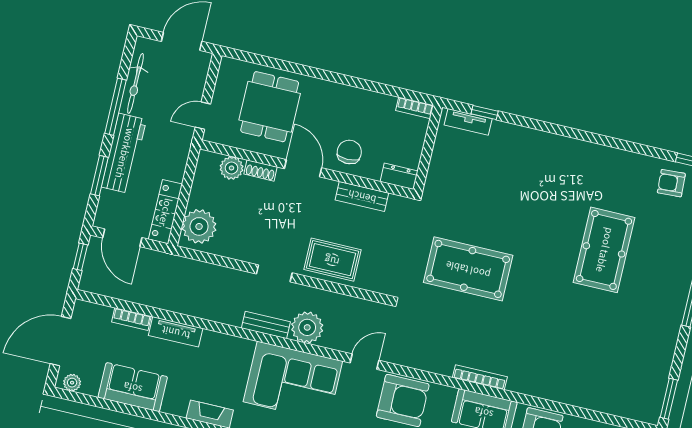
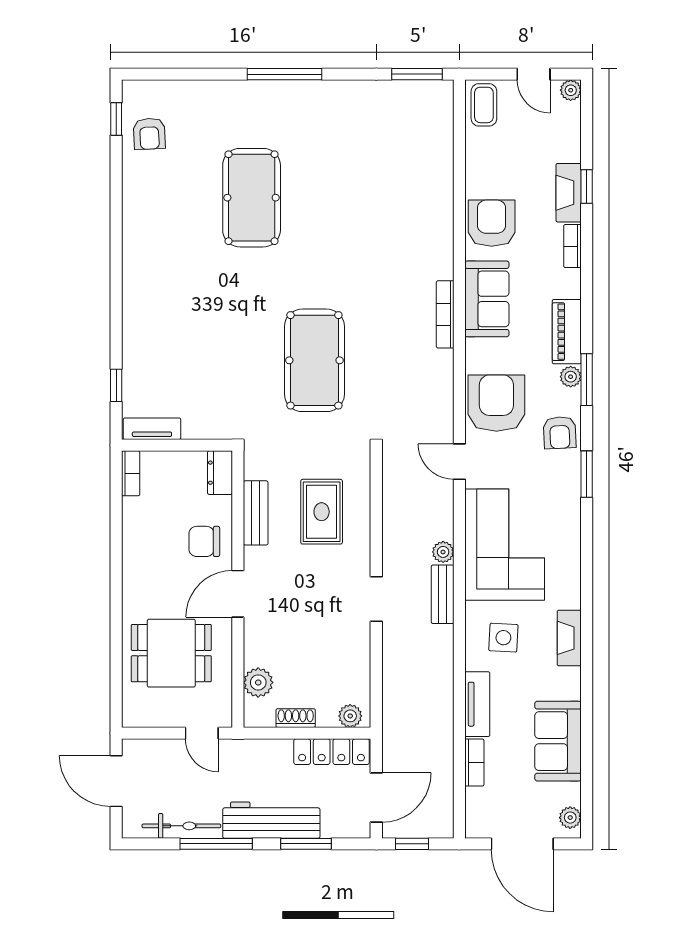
tv unit: (468, 122) -> (152, 429), moved, turned -90
shoe rack: (261, 170) -> (296, 718), moved, turned -90
plant: (199, 226) -> (350, 716), width x0.53, depth x0.53
pool table: (604, 250) -> (252, 198), turned 90
rug: (332, 260) -> (322, 512), moved
plant: (307, 327) -> (443, 552), width x0.53, depth x0.53
side table: (222, 364) -> (503, 638), added

